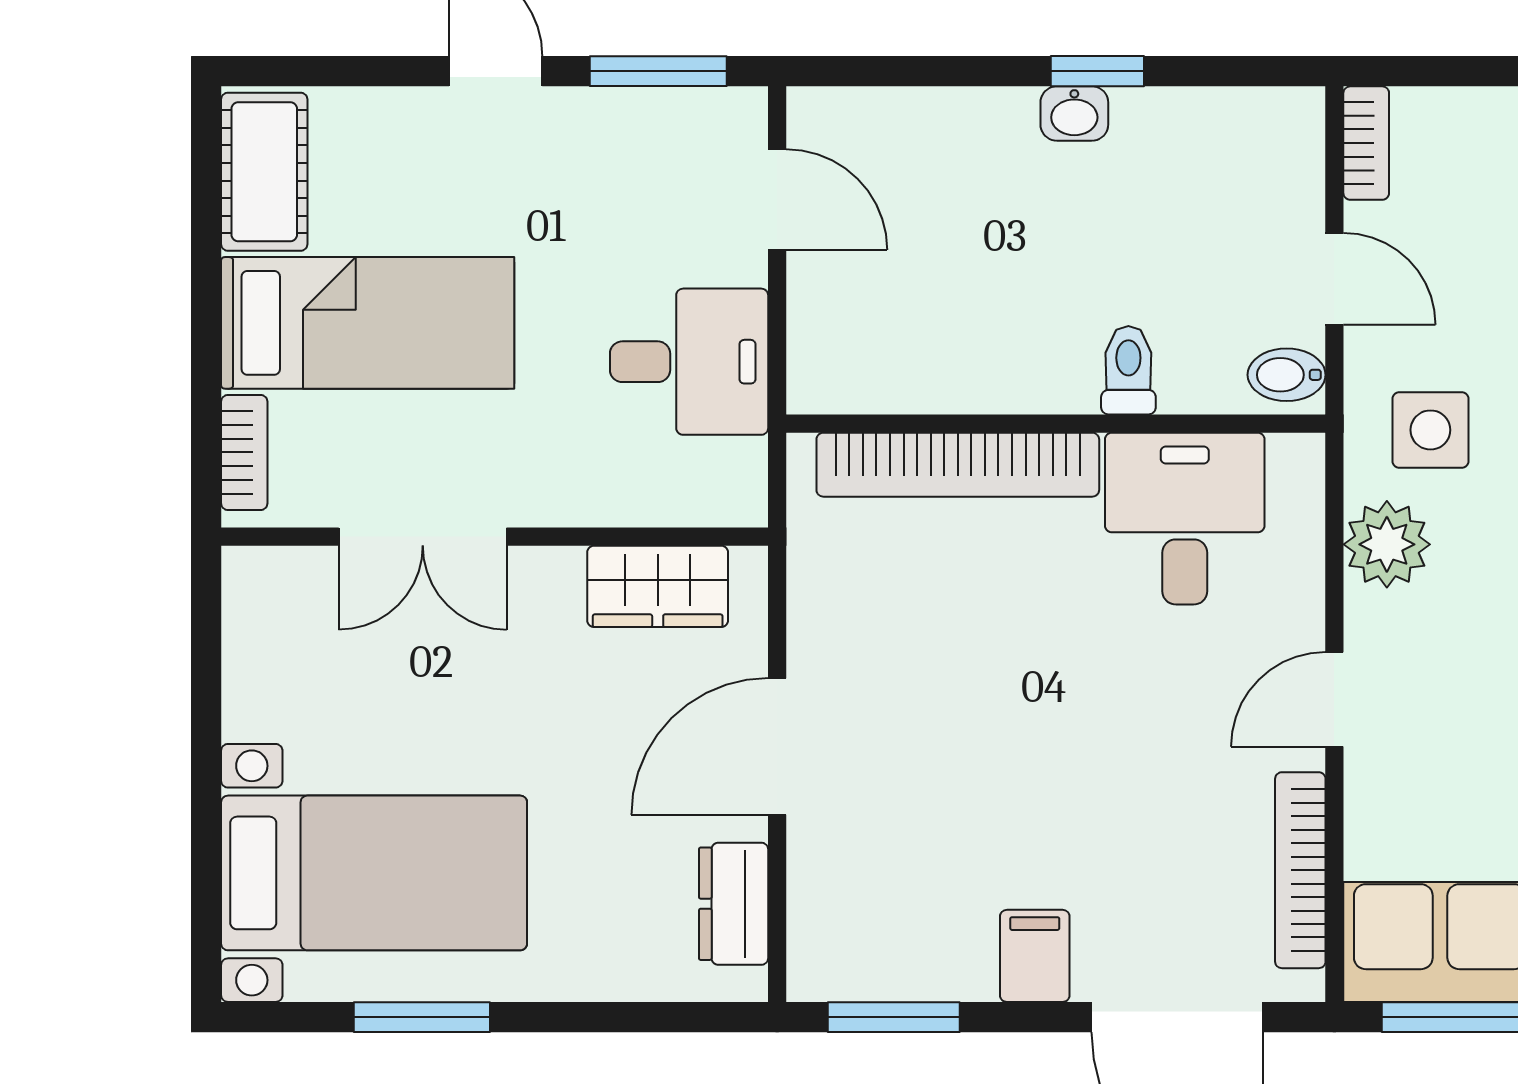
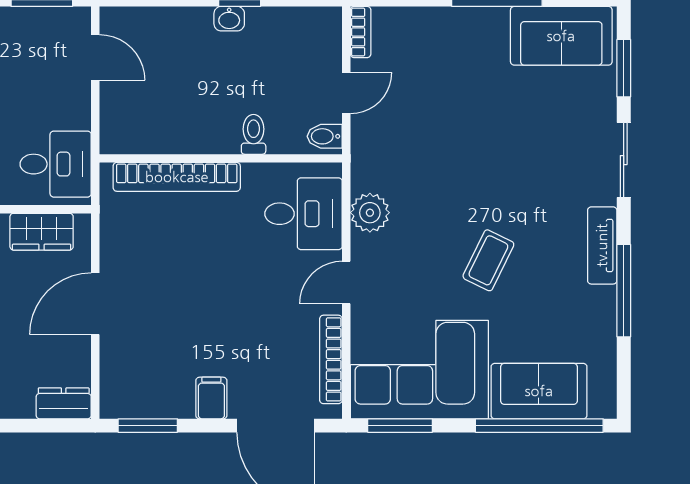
door: (1334, 279) -> (346, 93), hinge flipped
desk: (689, 362) -> (56, 164), moved
side table: (1430, 430) -> (390, 161), removed
desk: (1185, 519) -> (304, 214), moved, turned 90
dresser: (734, 904) -> (64, 403), moved, turned 90

